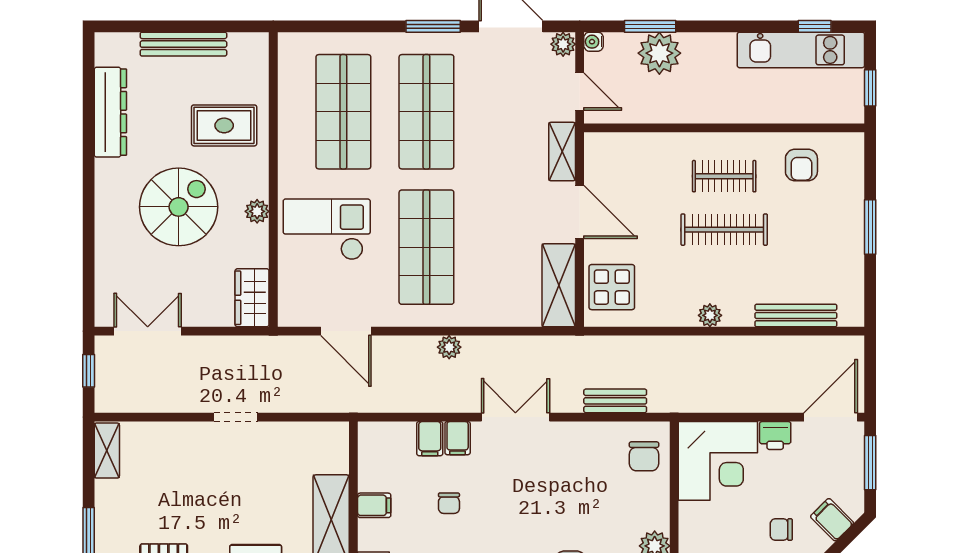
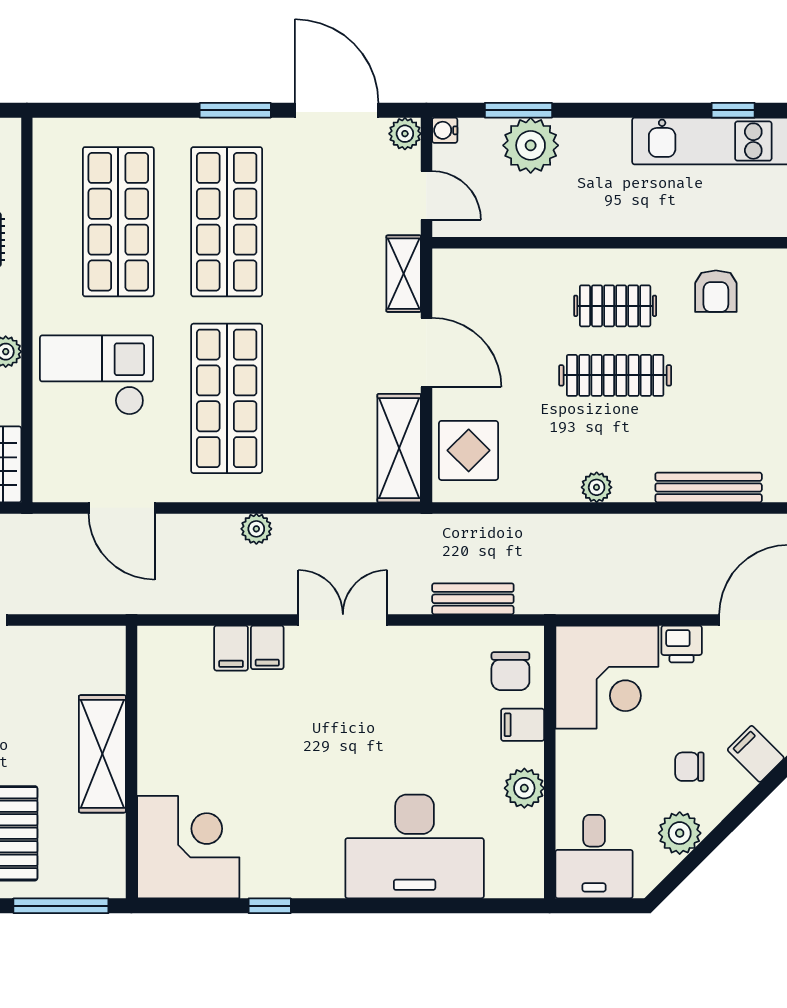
chair: (449, 503) -> (256, 732), removed
filing cabinet: (374, 505) -> (523, 725), moved, turned 180

